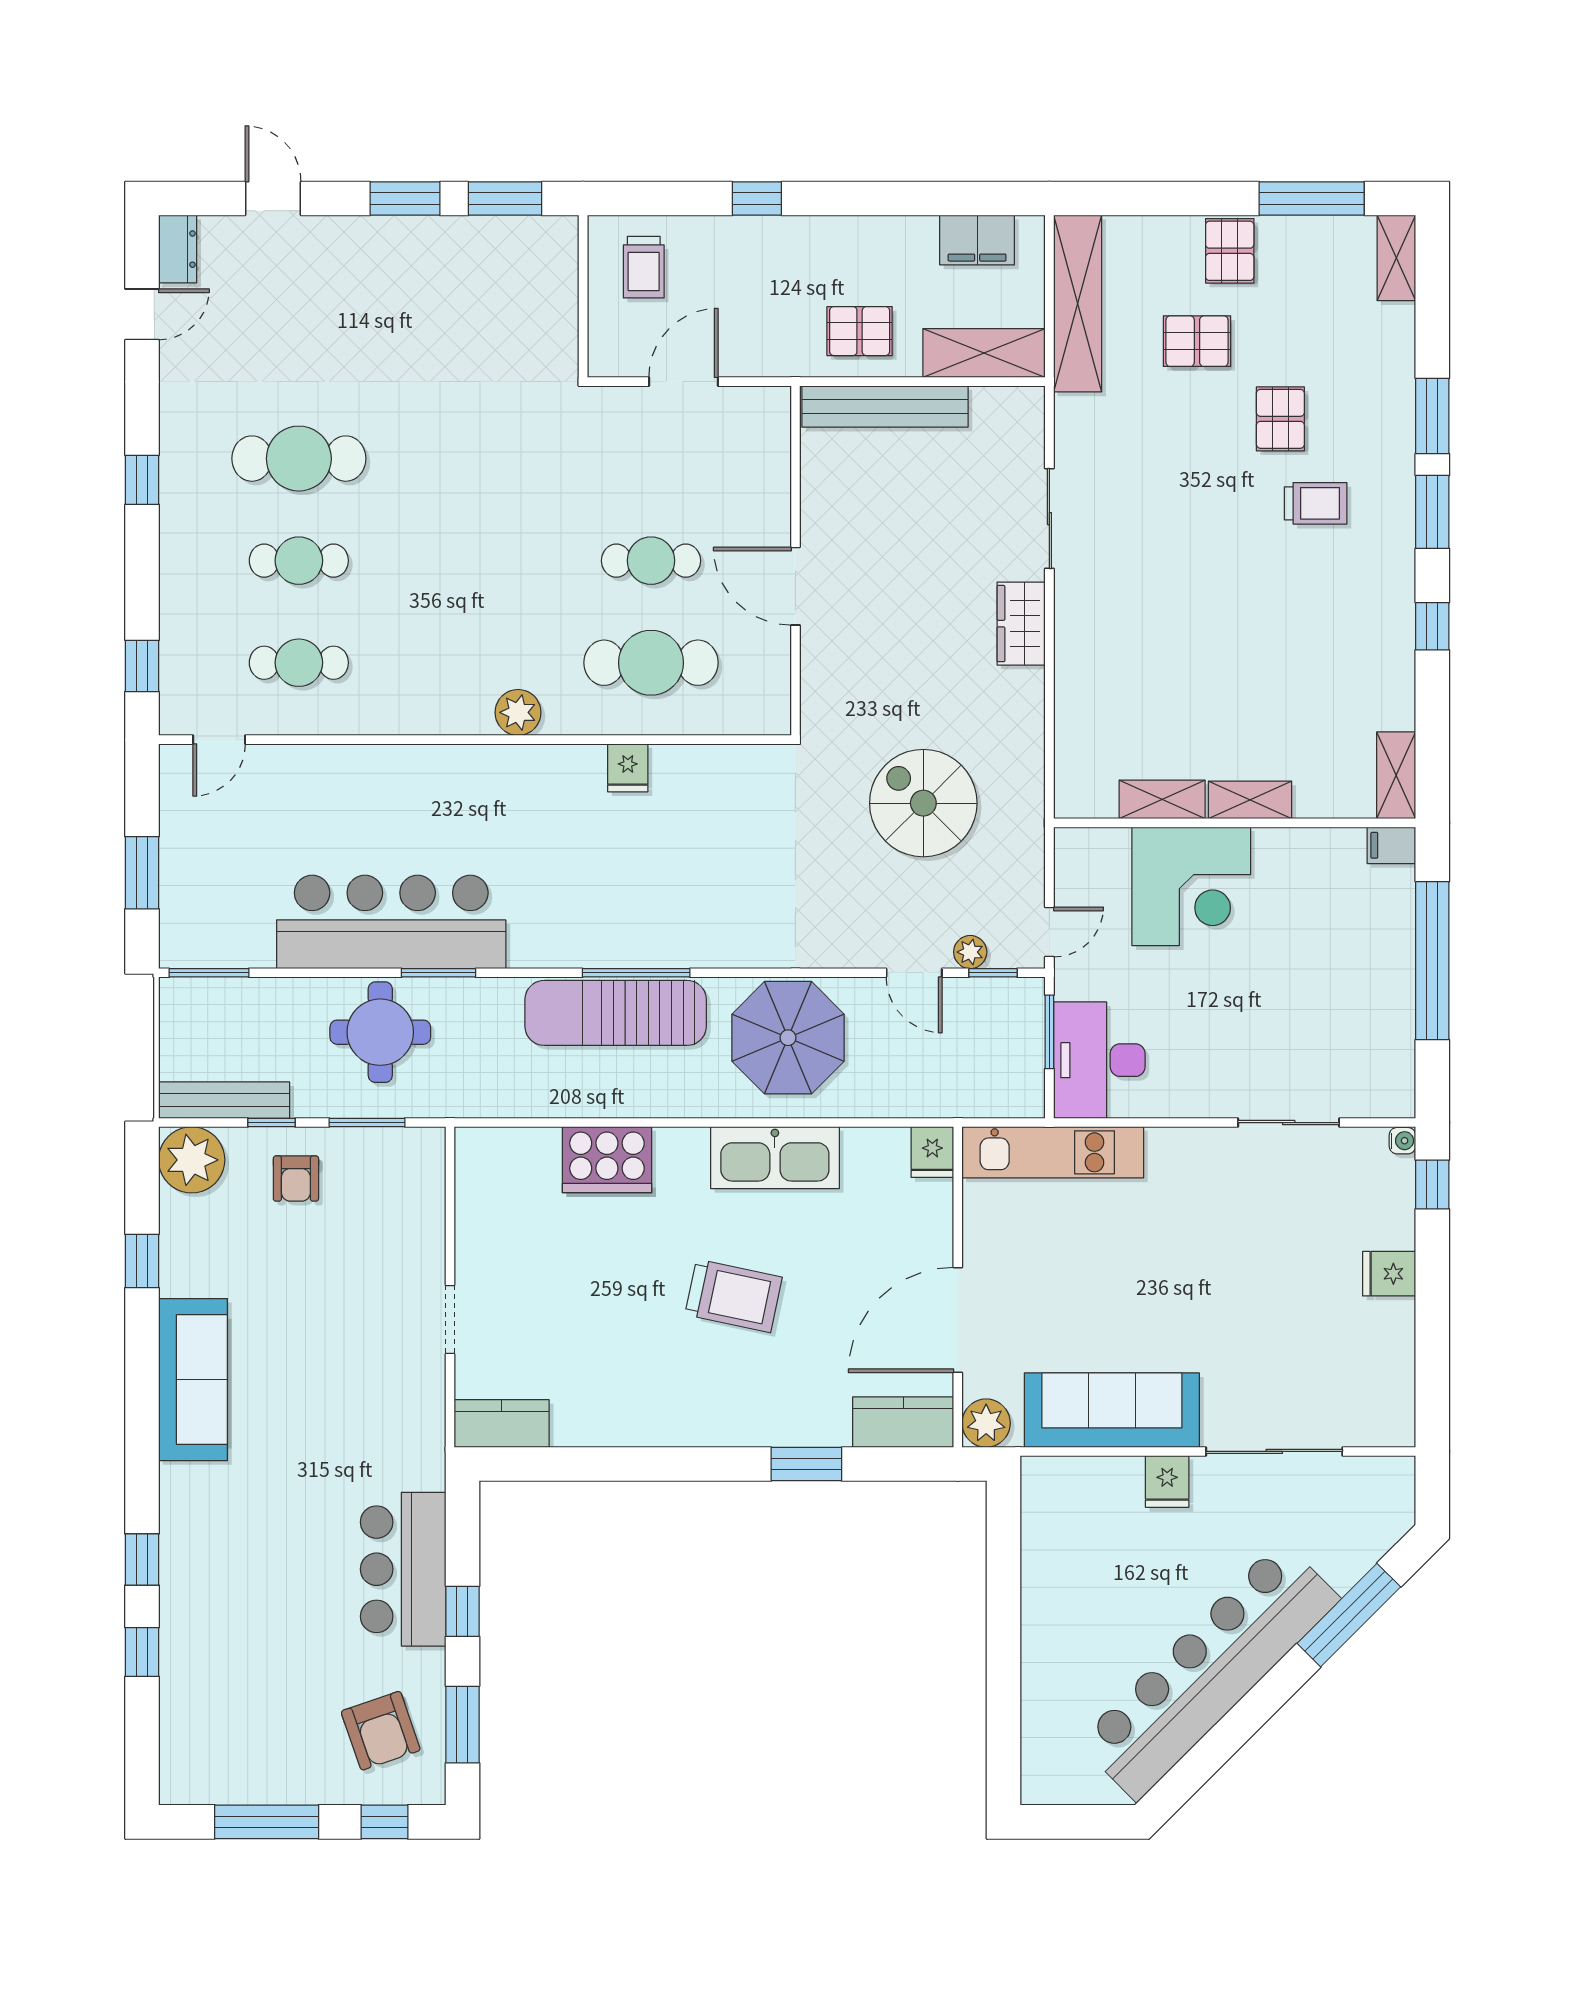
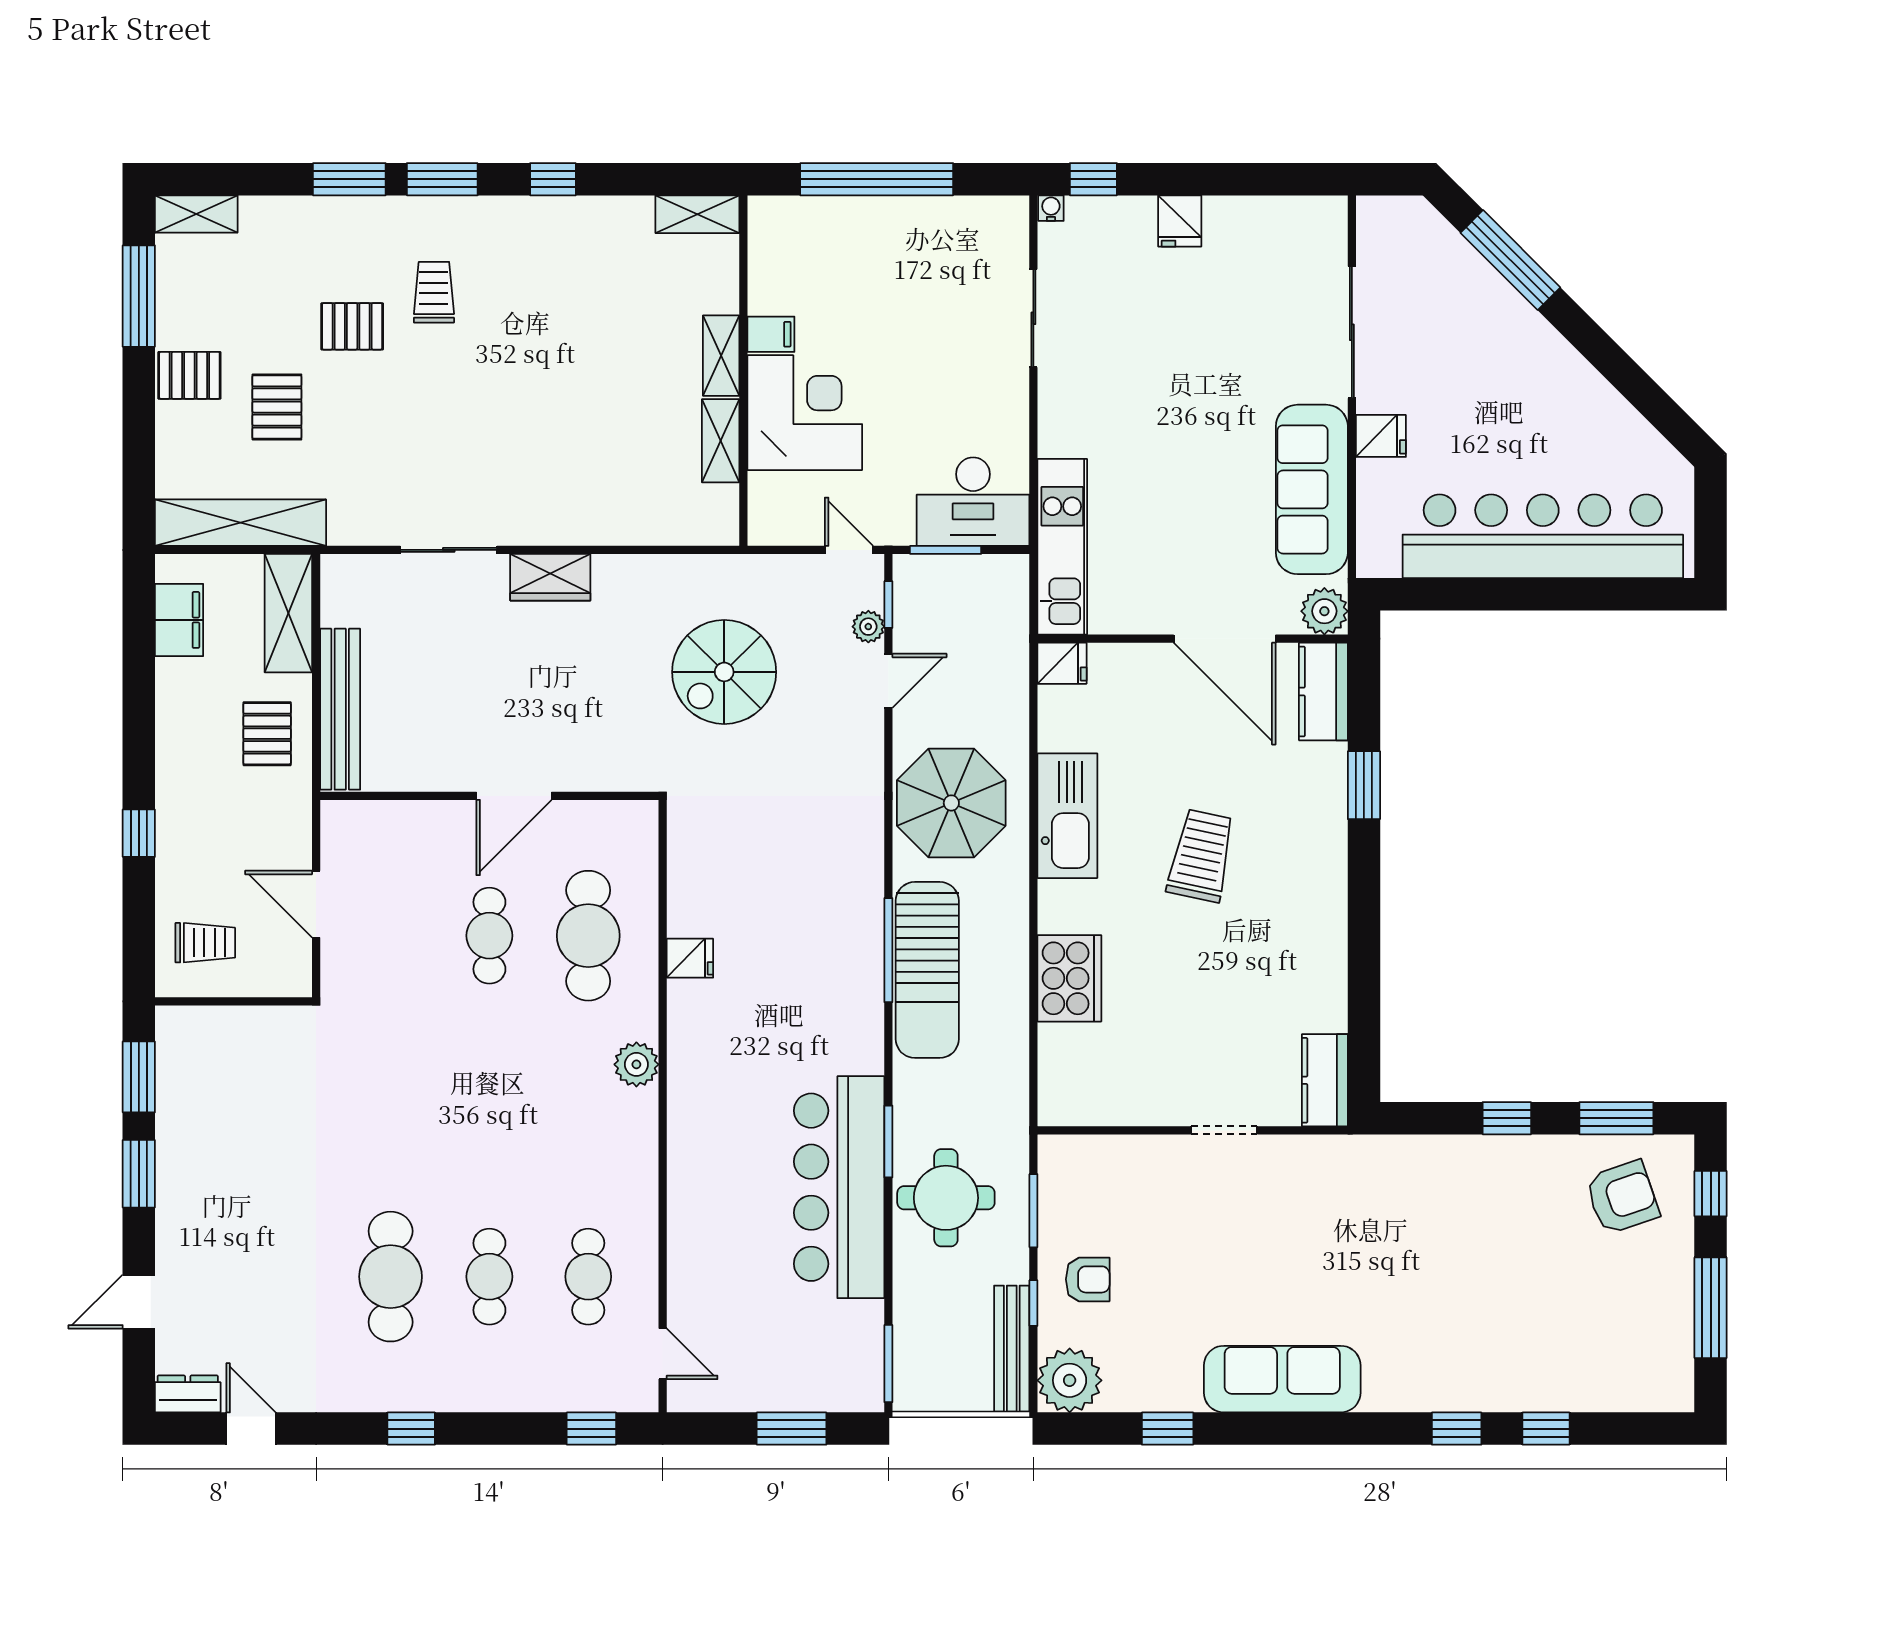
filing cabinet: (1391, 845) -> (771, 334), moved, turned -90
bar counter: (403, 1569) -> (1466, 1176), removed
bar counter: (1209, 1670) -> (1543, 536), moved, turned 135

